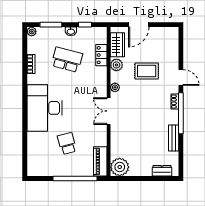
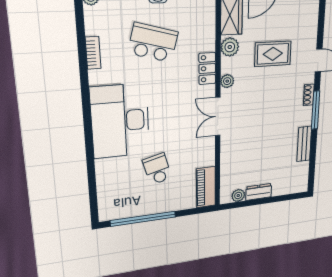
locker: (101, 55) -> (207, 69), moved
window: (181, 113) -> (316, 110), width x0.68
plant: (120, 167) -> (238, 196), width x0.53, depth x0.53
dresser: (162, 171) -> (259, 192), moved
window: (75, 178) -> (143, 219), moved

